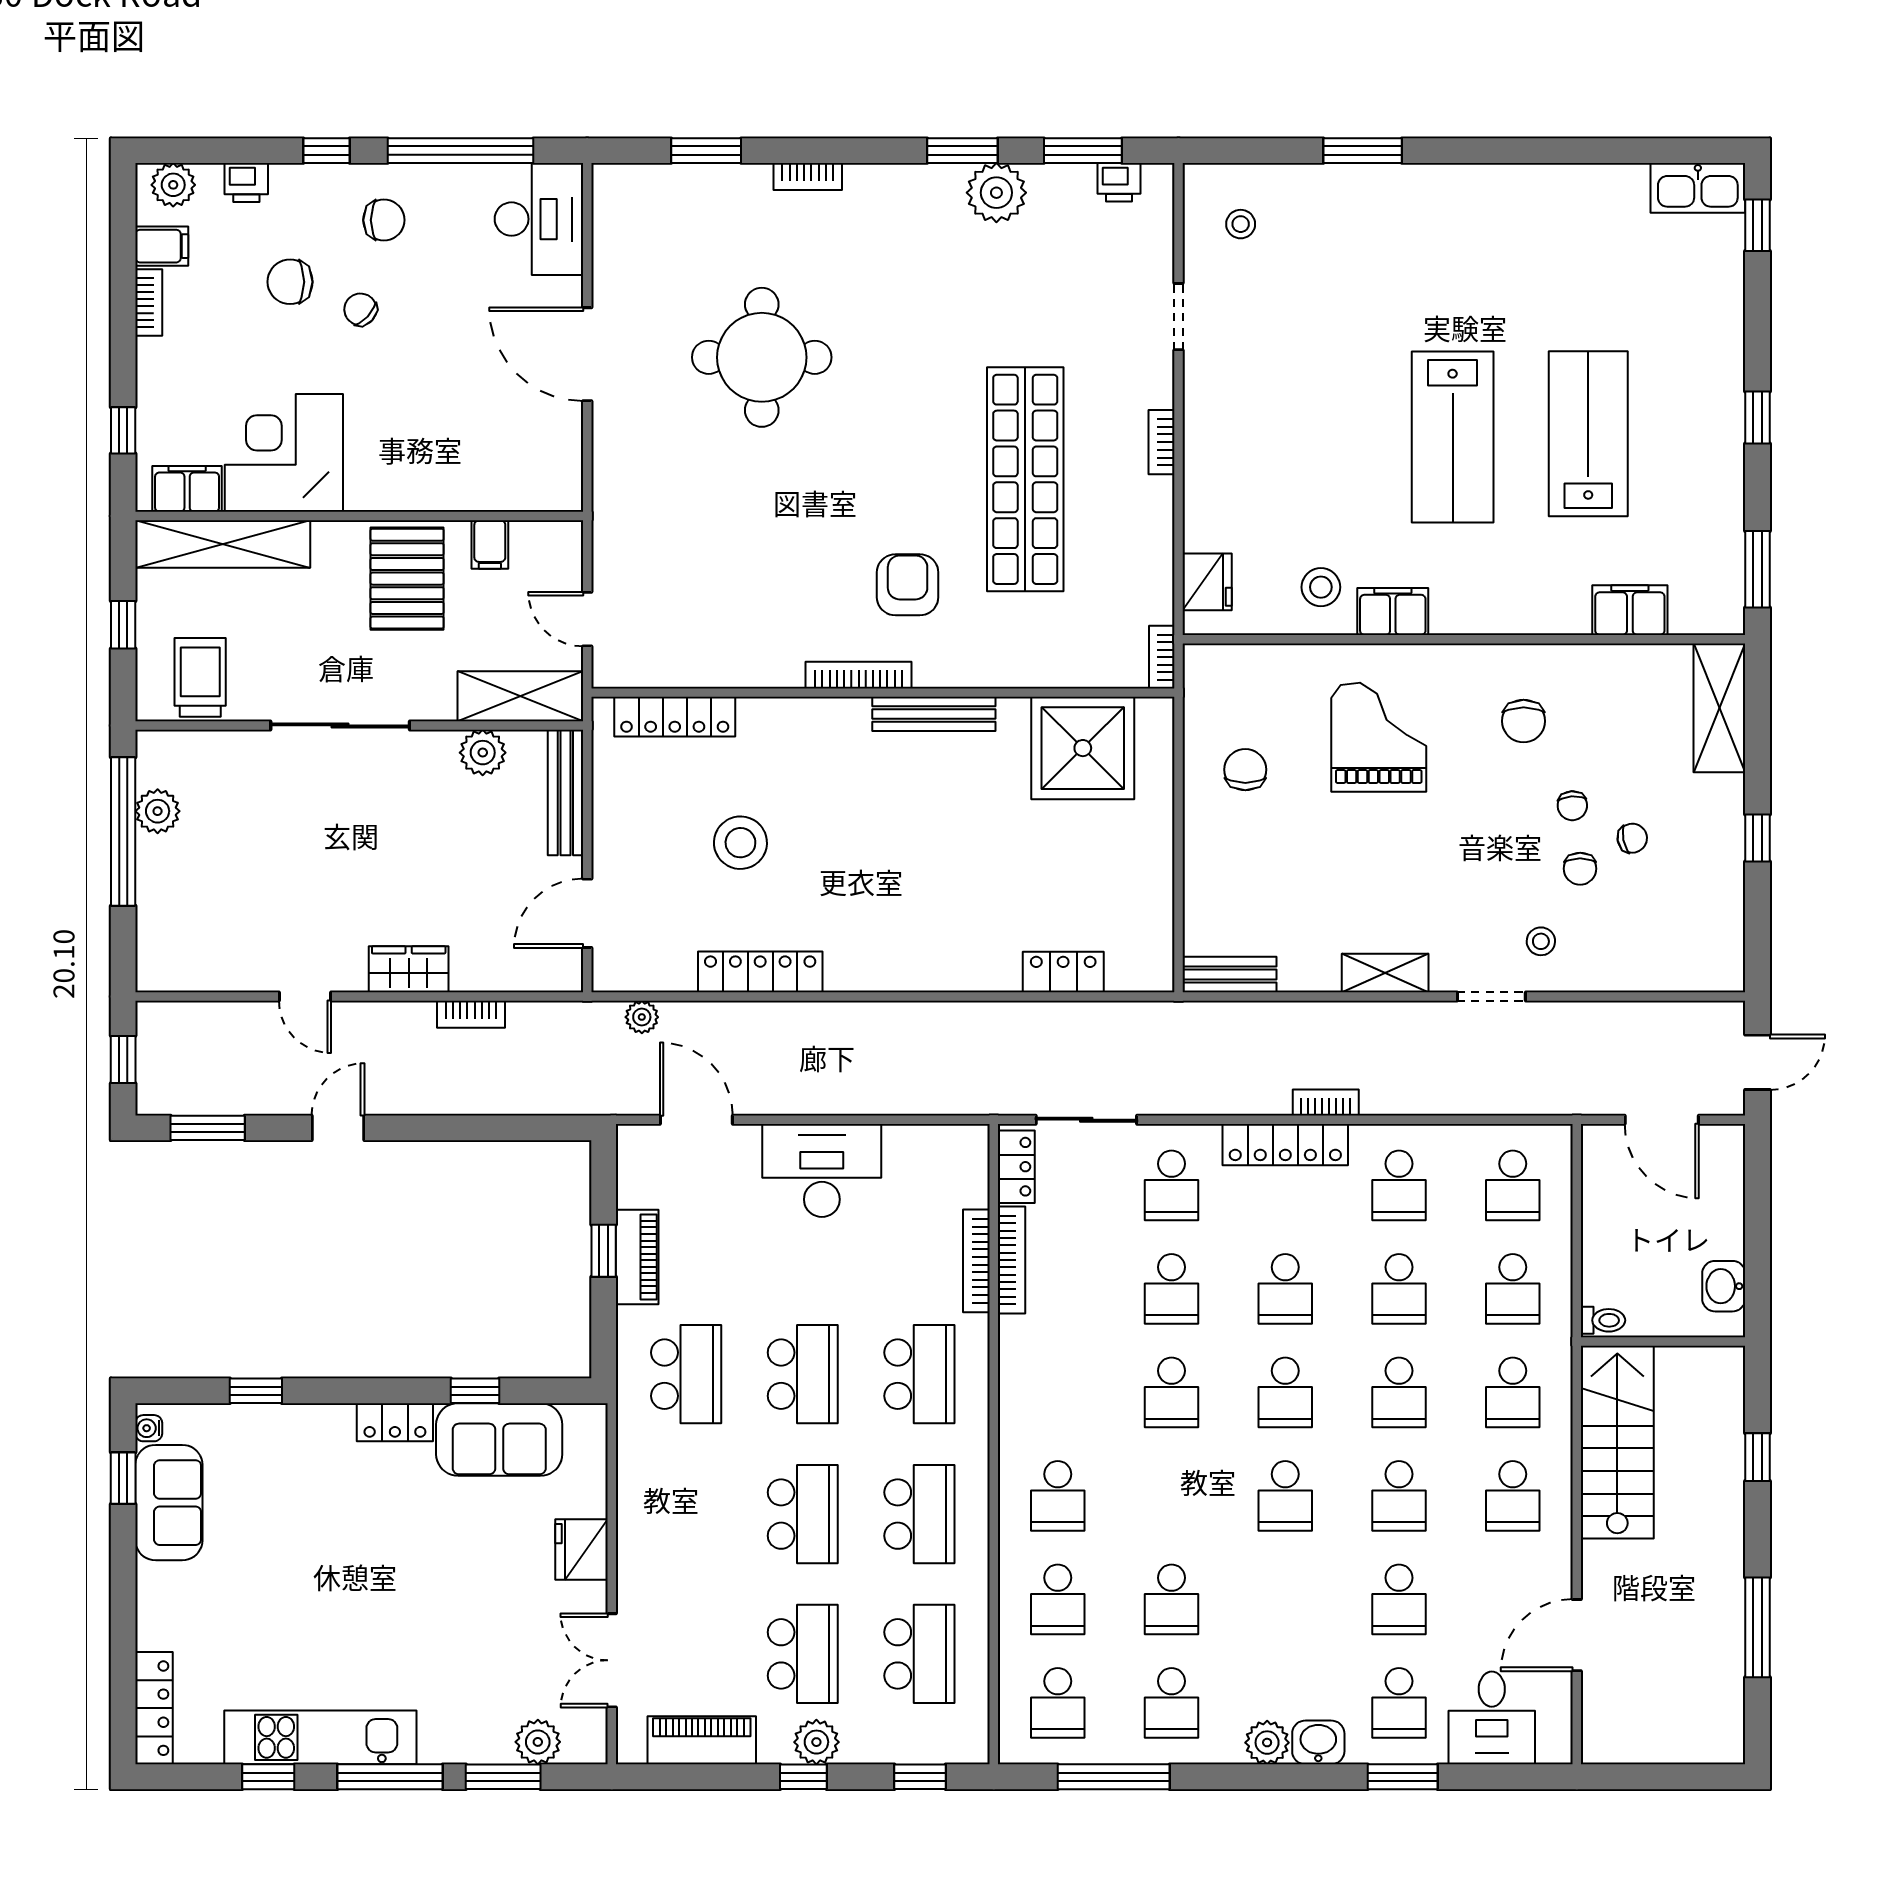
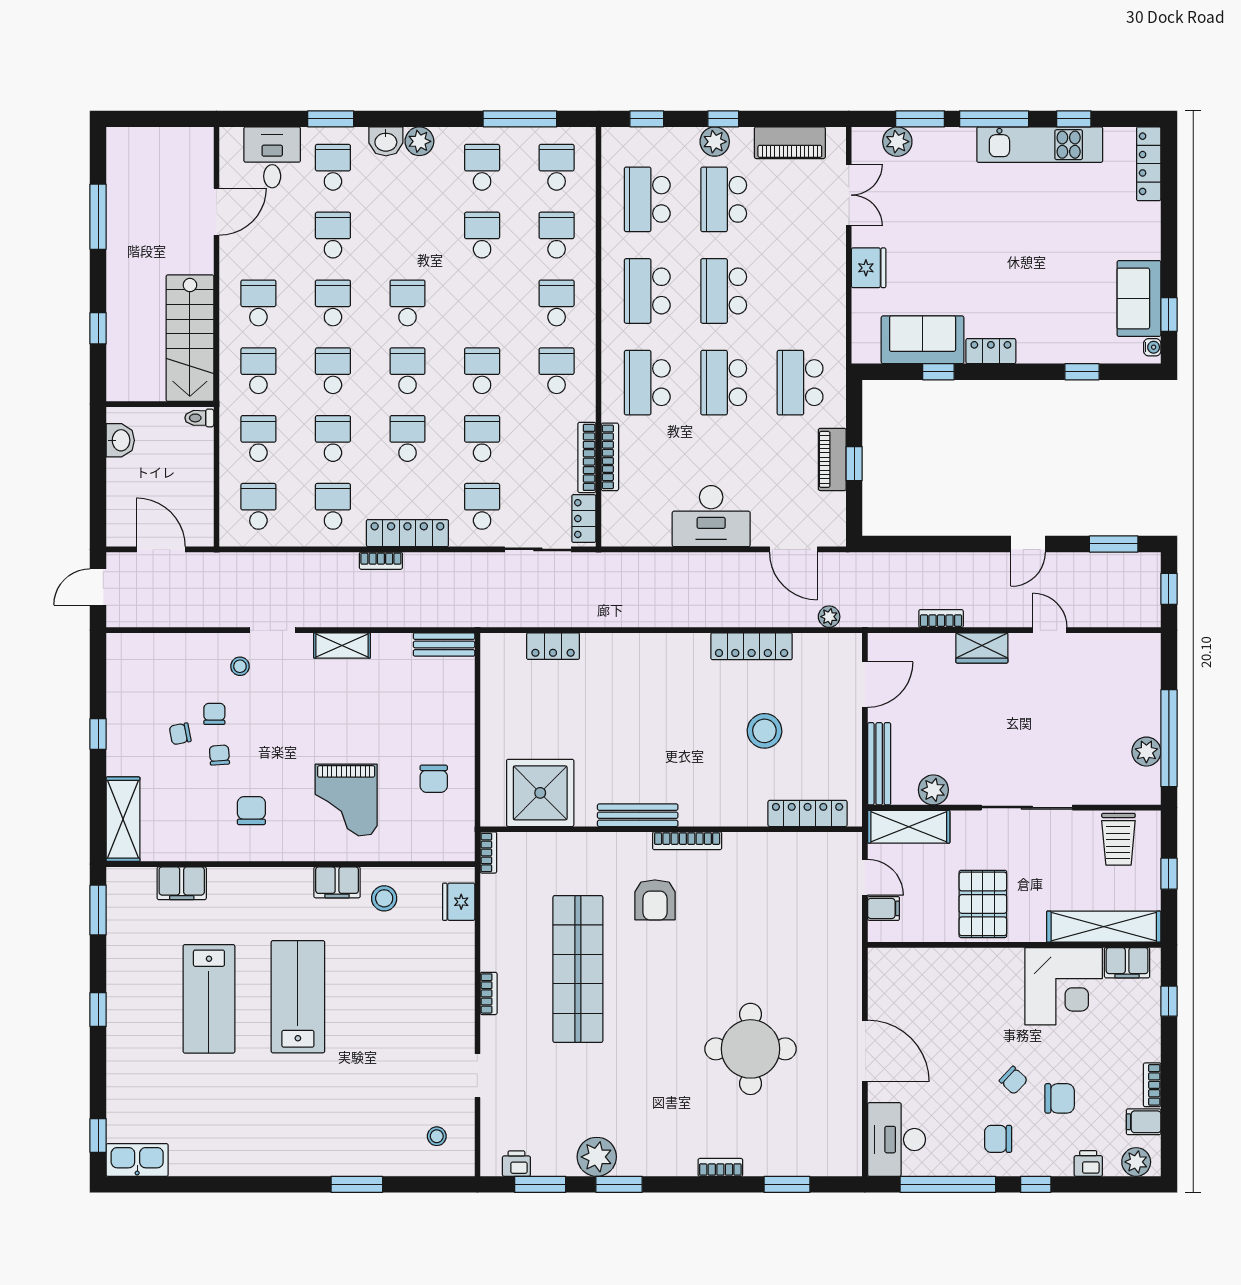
filing cabinet: (490, 544) -> (884, 908), moved, turned 90
school desk: (1058, 1392) -> (557, 371), added

